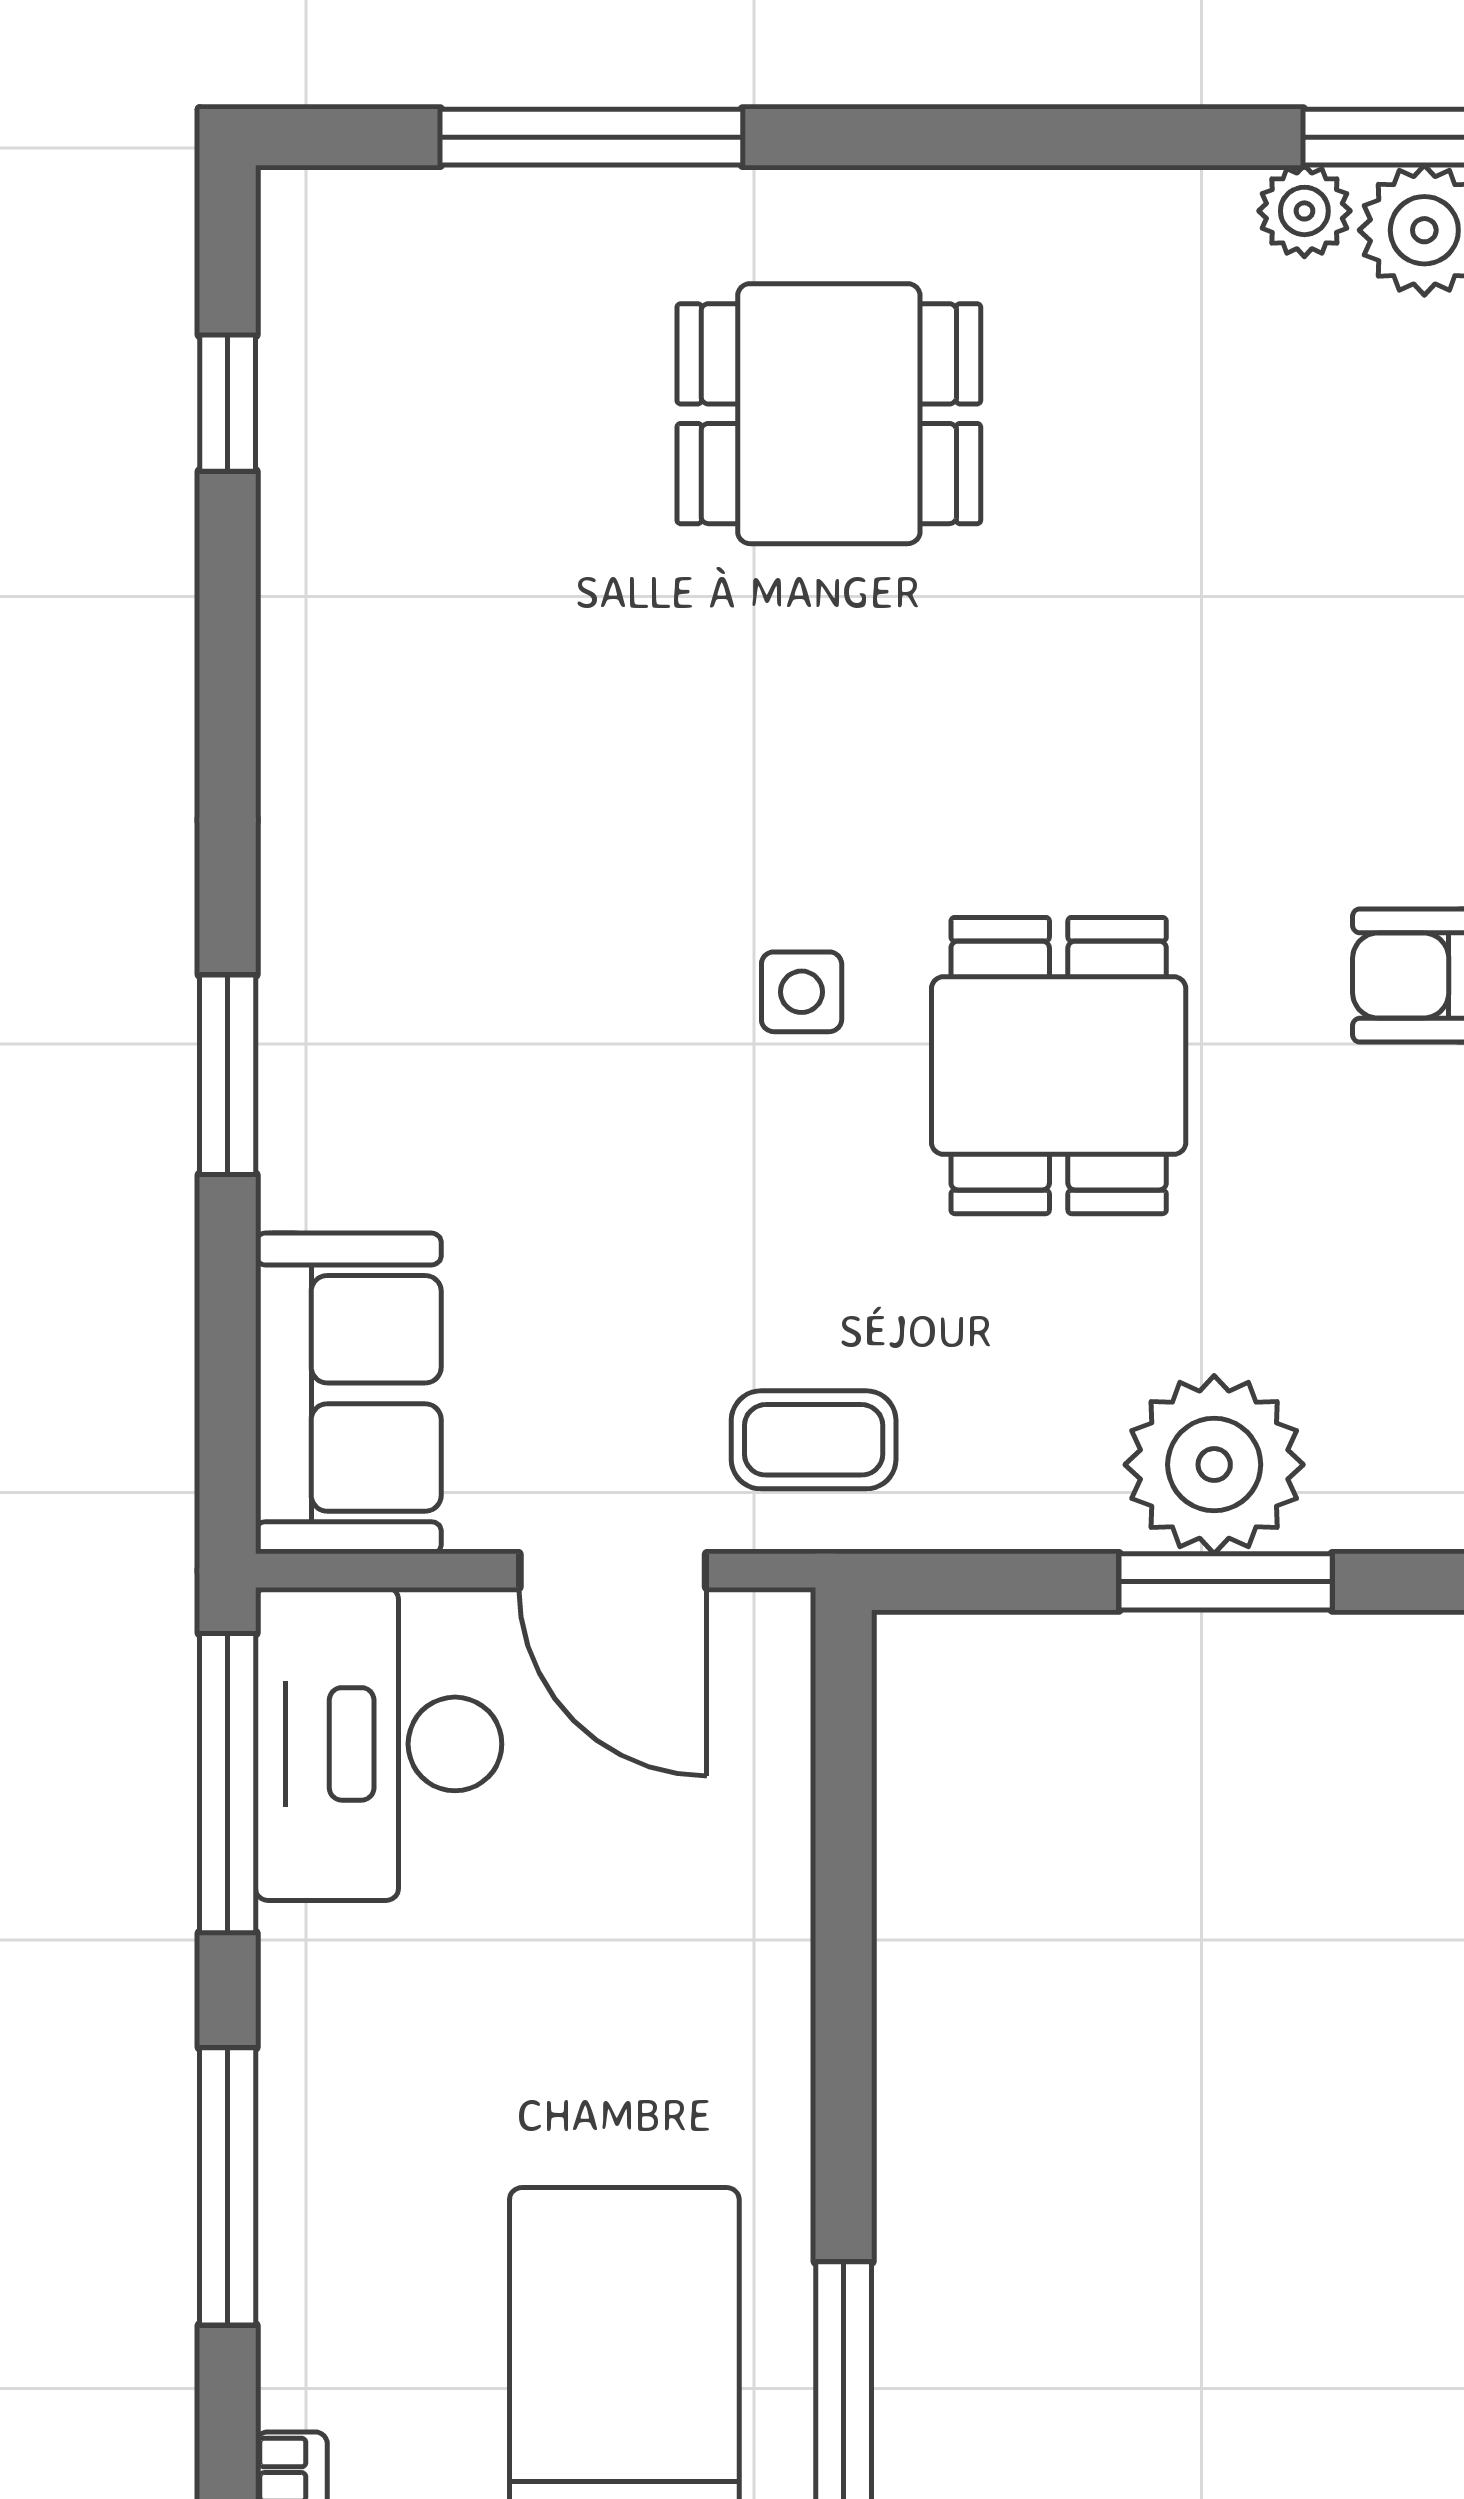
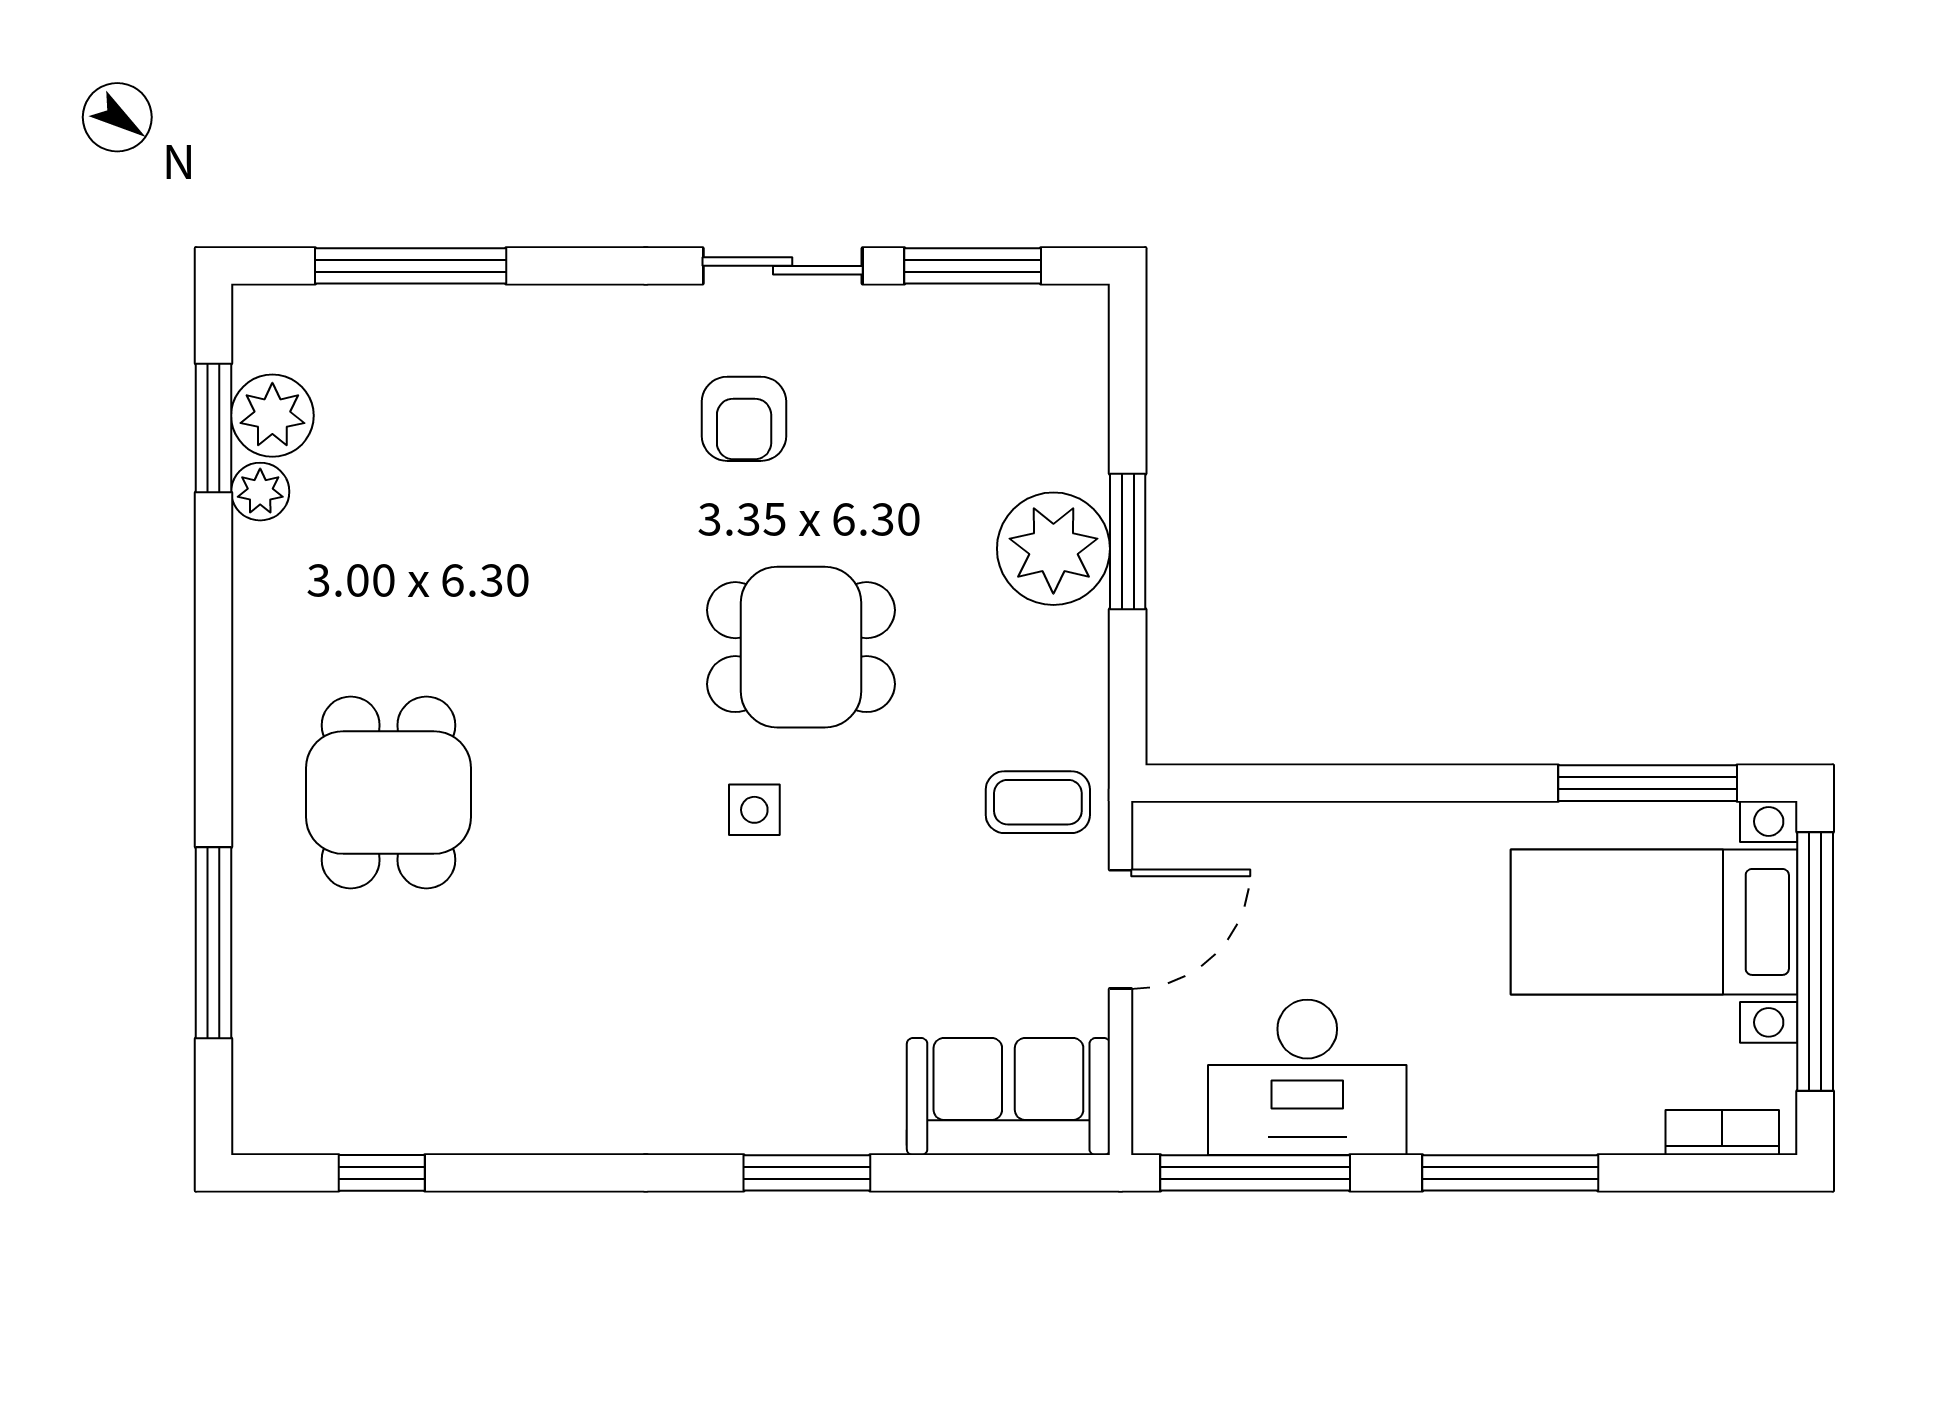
coffee table: (814, 1440) -> (1038, 802), turned 90
desk: (379, 1744) -> (1307, 1077), moved

